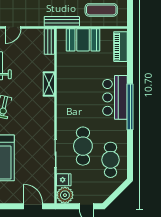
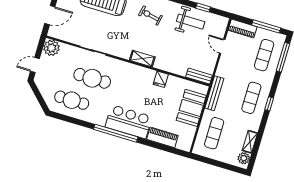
piano: (121, 47) -> (162, 137), moved
shelving: (49, 84) -> (142, 59), moved
fridge: (64, 180) -> (161, 79), moved

